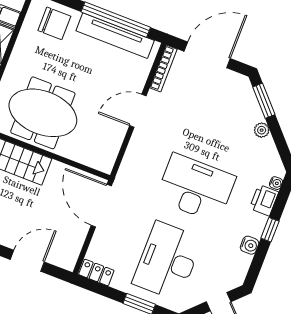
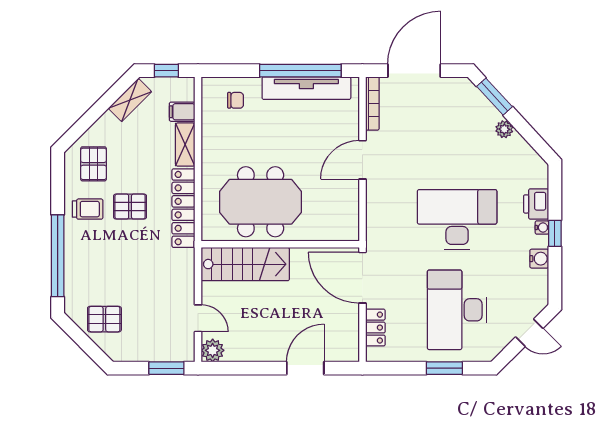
chair: (54, 23) -> (236, 100), width x0.54, depth x0.54
water cooler: (276, 183) -> (542, 228), moved
locker: (96, 272) -> (375, 328), moved, turned 90

